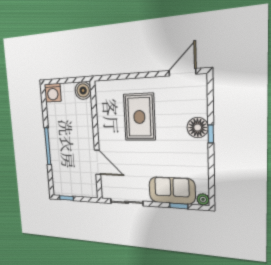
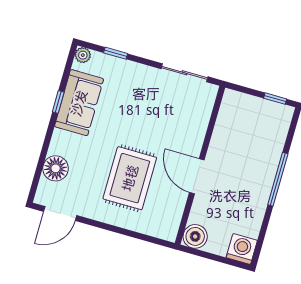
floor lamp: (198, 128) -> (56, 168), moved
window: (211, 134) -> (58, 102), moved
door: (98, 162) -> (197, 176), moved
sofa: (172, 190) -> (79, 103), moved, turned -90

